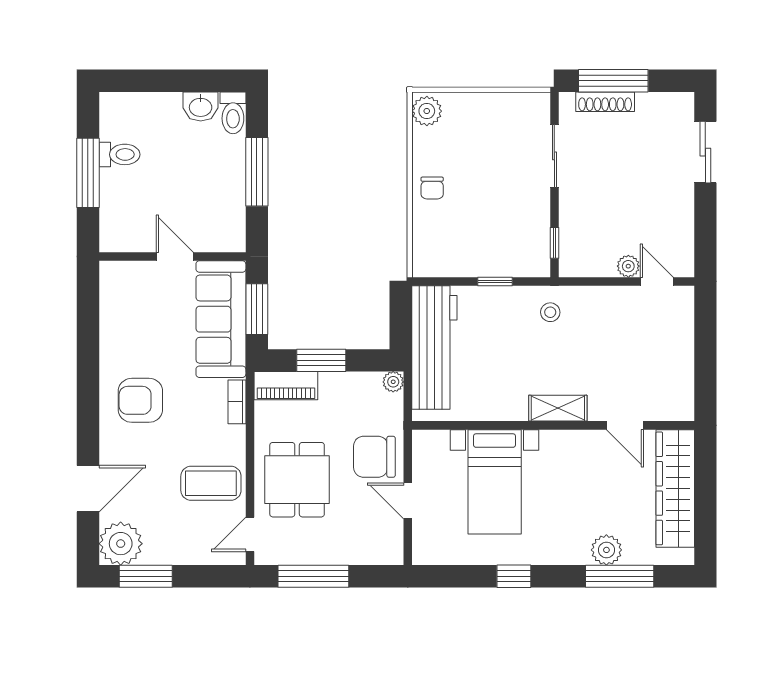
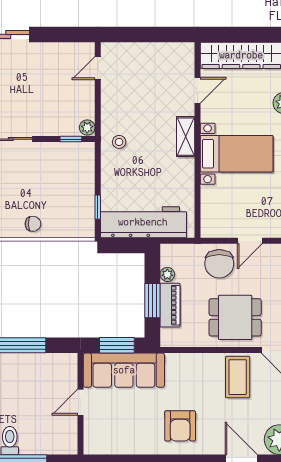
plant: (628, 266) -> (87, 128), moved
window: (495, 281) -> (98, 207), moved
plant: (393, 382) -> (167, 274), moved
piano: (286, 386) -> (170, 305), moved
bookcase: (237, 402) -> (181, 359), removed
bed with nightstands: (495, 482) -> (237, 154), moved

